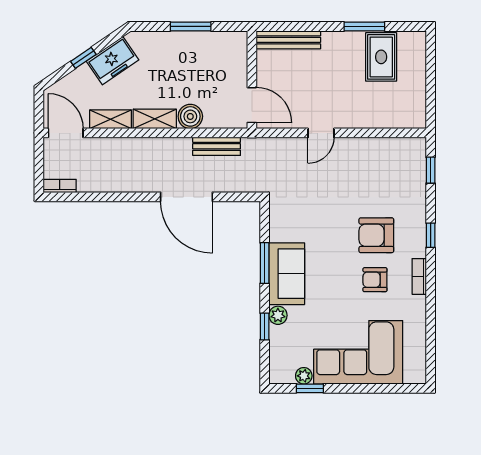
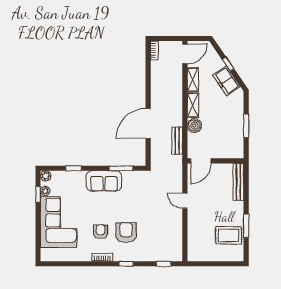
window: (265, 263) -> (121, 168), moved
plant: (278, 315) -> (46, 176), moved

